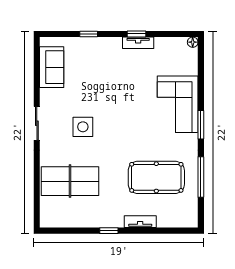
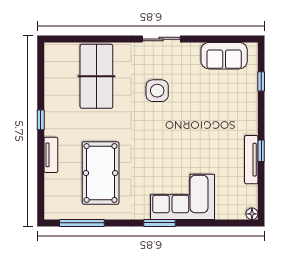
window: (89, 34) -> (261, 81), moved
tv unit: (138, 43) -> (251, 160), width x1.41
window: (201, 177) -> (82, 223), moved

